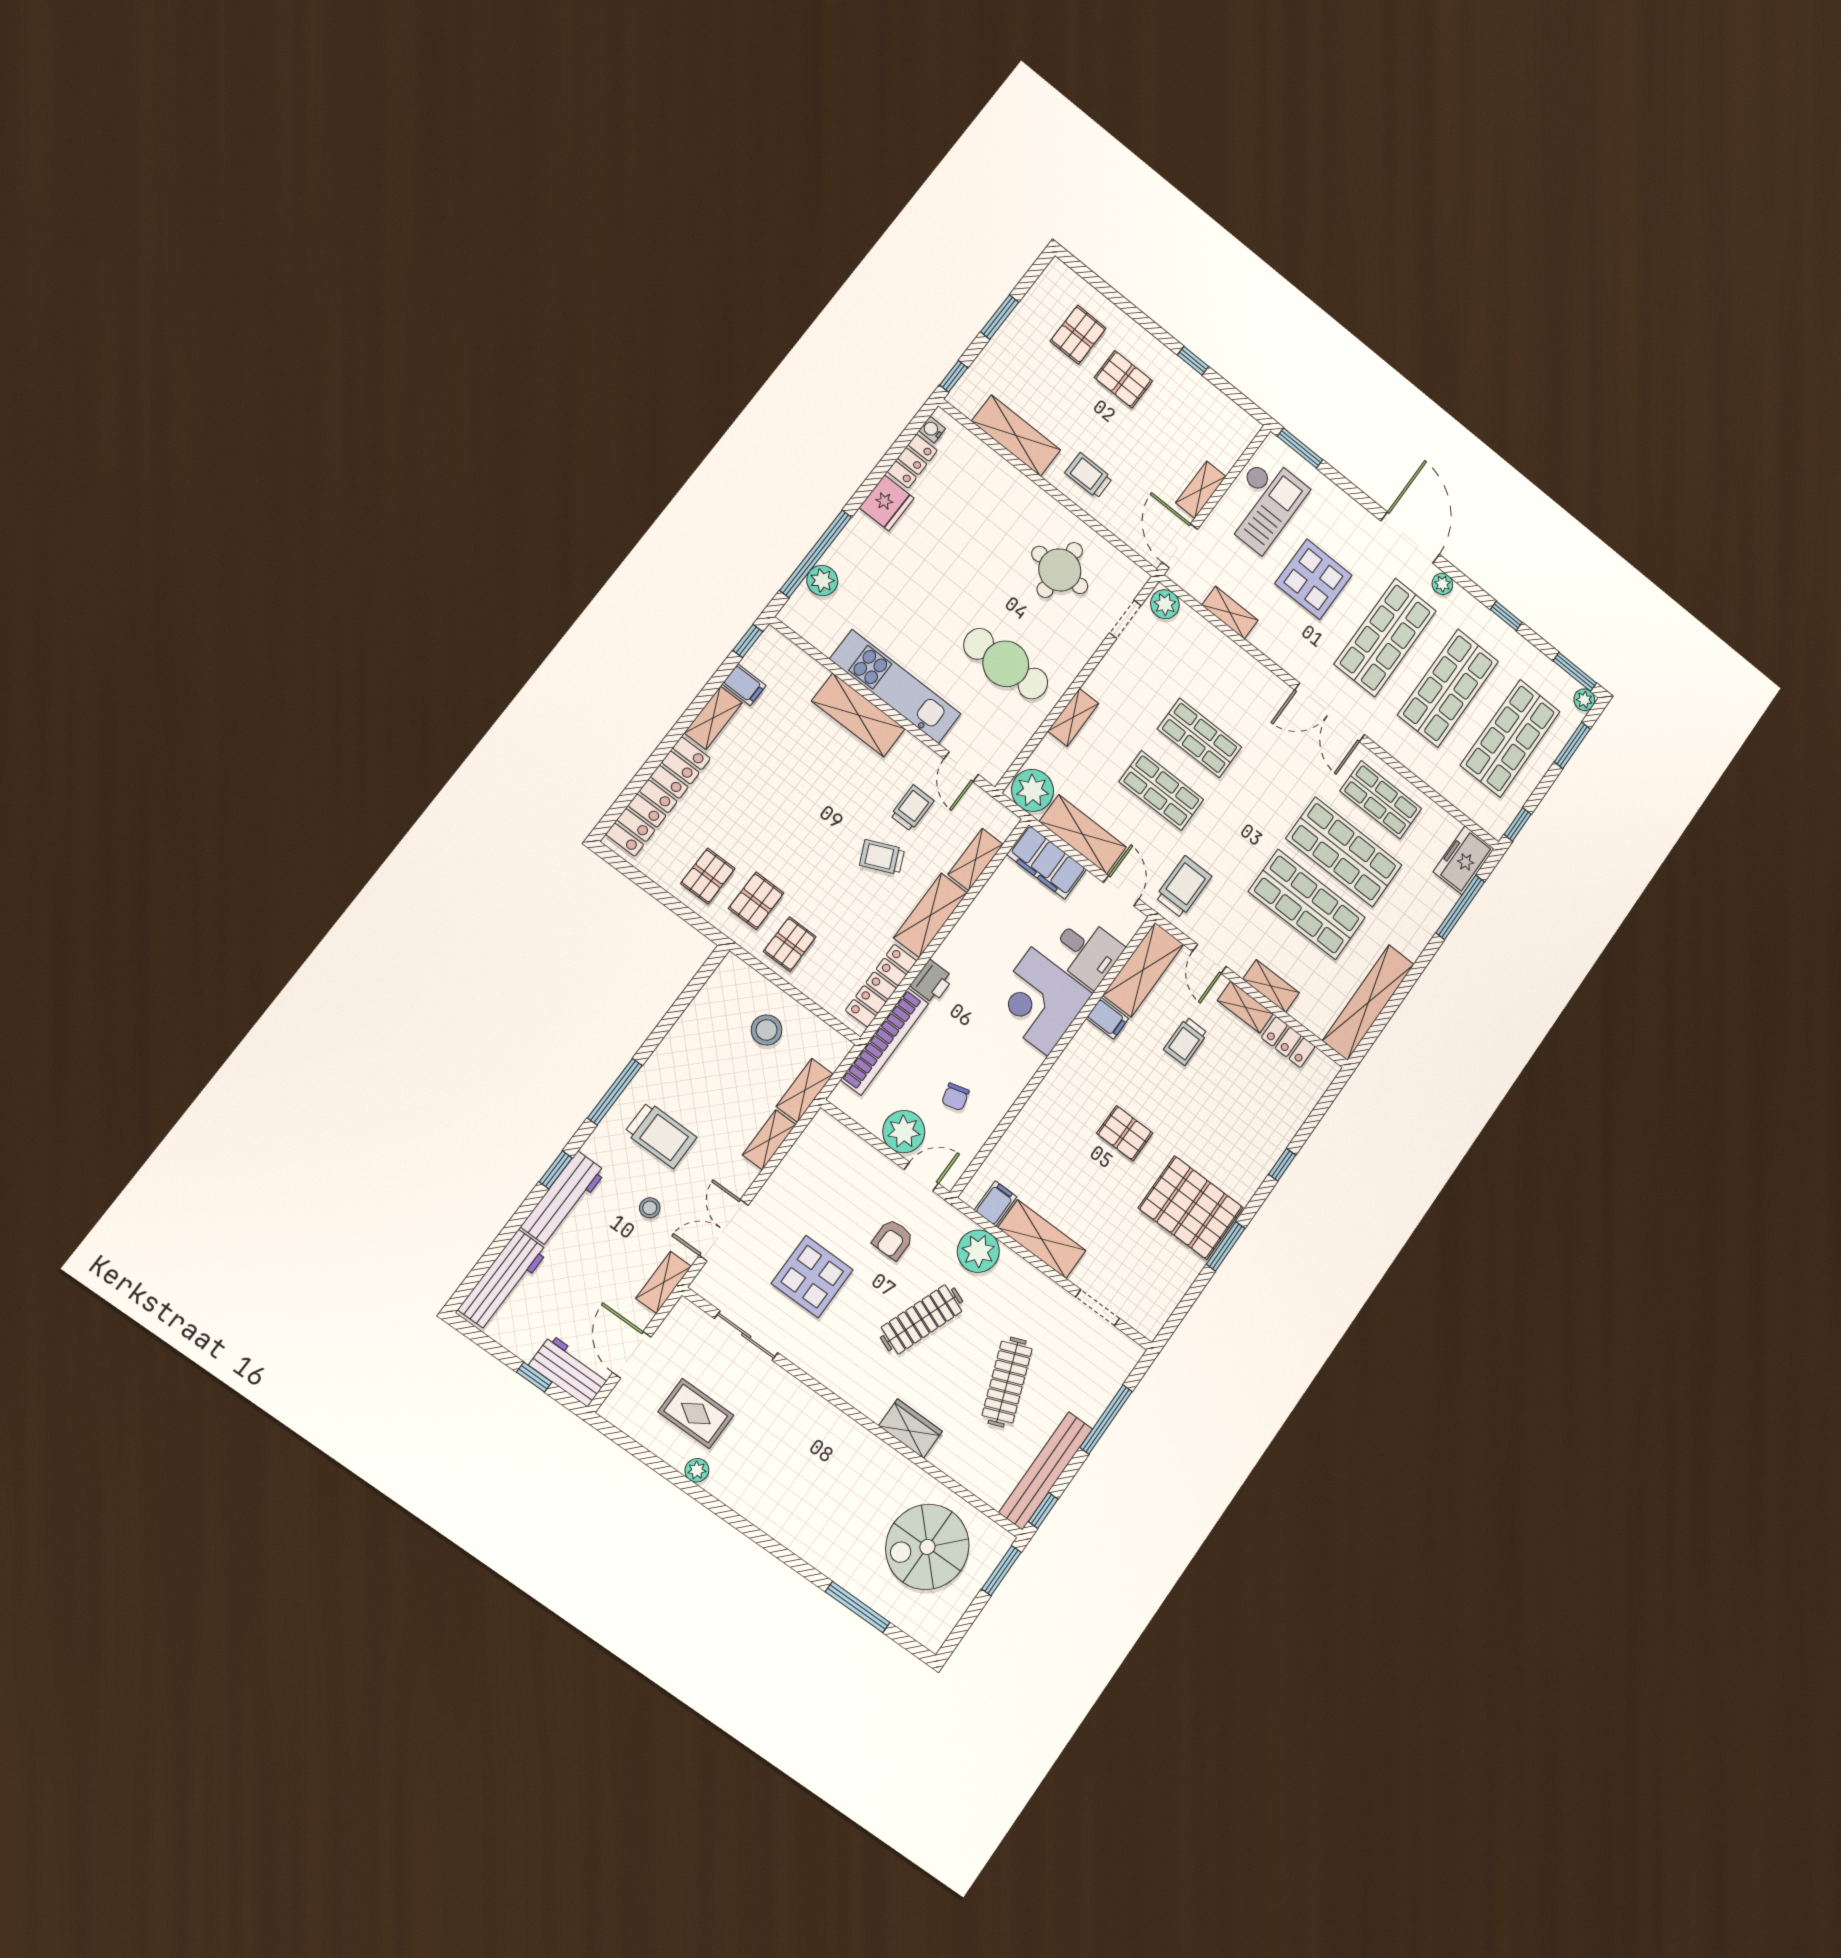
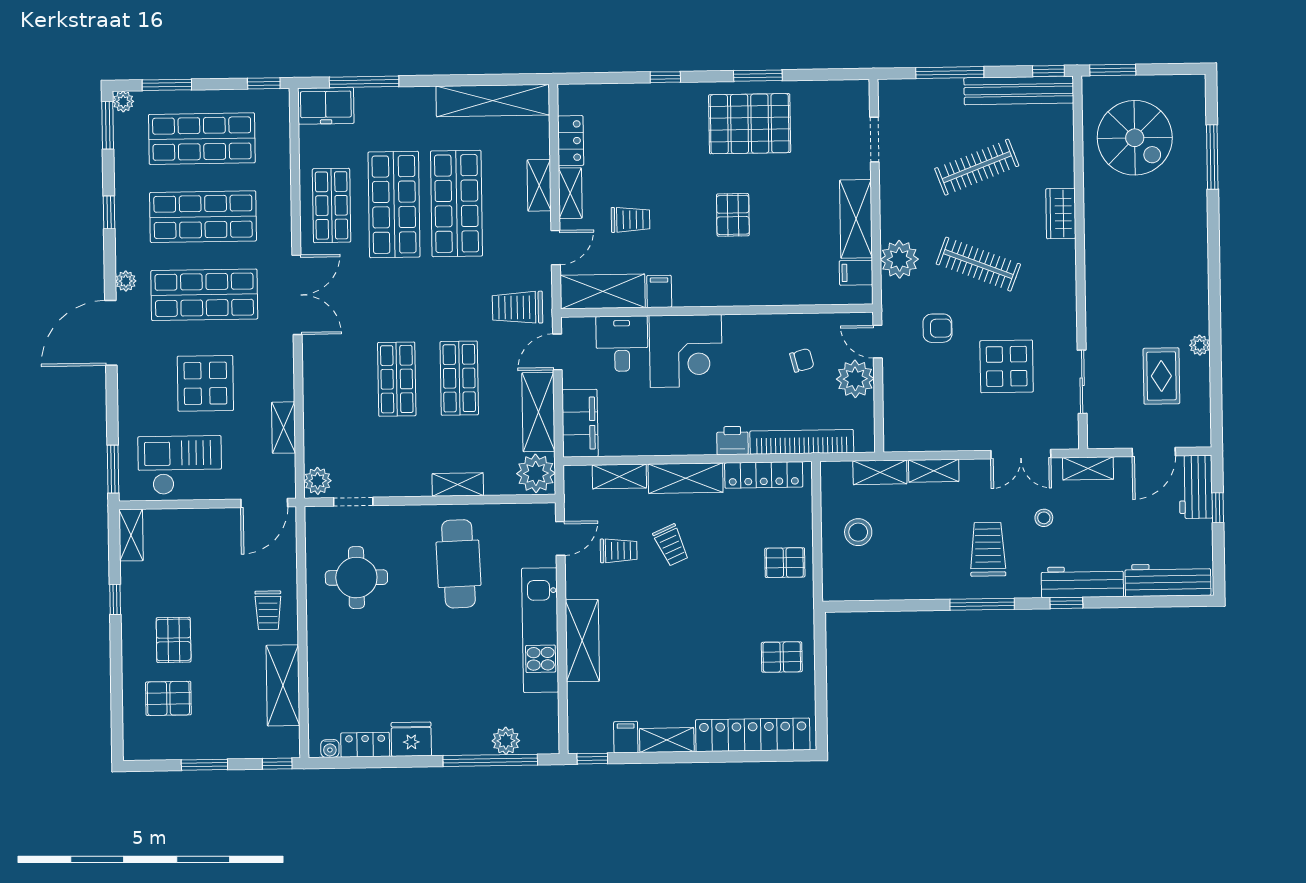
shelving: (1201, 490) -> (131, 535), moved, turned 90
trolley: (912, 808) -> (619, 551), turned 180
pallet: (756, 901) -> (773, 610), removed
pallet: (1191, 1208) -> (750, 124), turned 90

